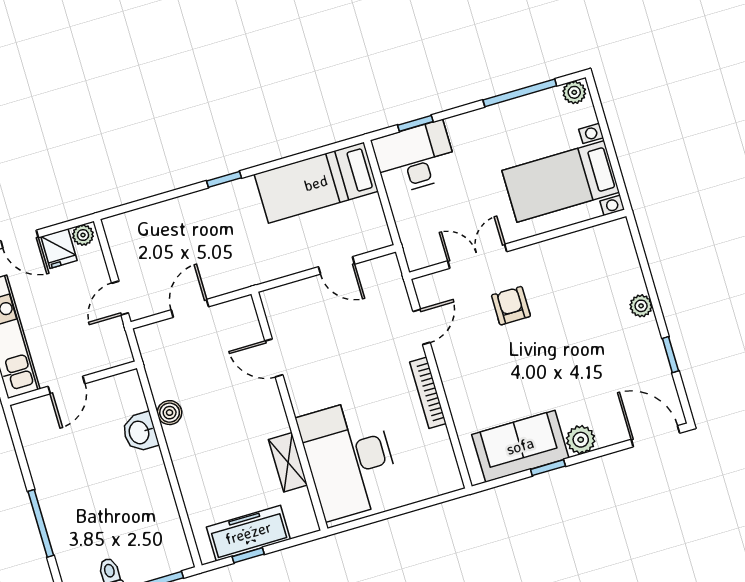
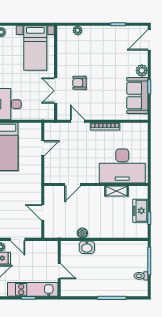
door: (120, 298) -> (18, 239), moved
plant: (641, 306) -> (78, 30), moved
freezer: (248, 533) -> (140, 211), width x0.71

